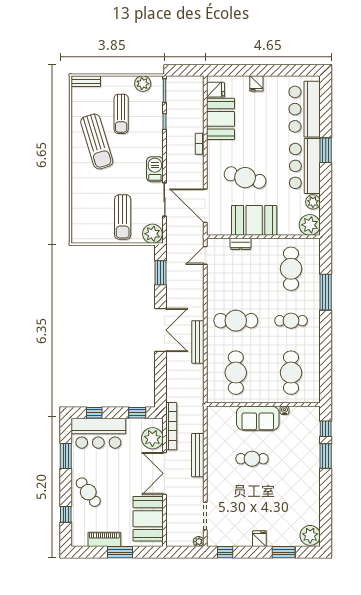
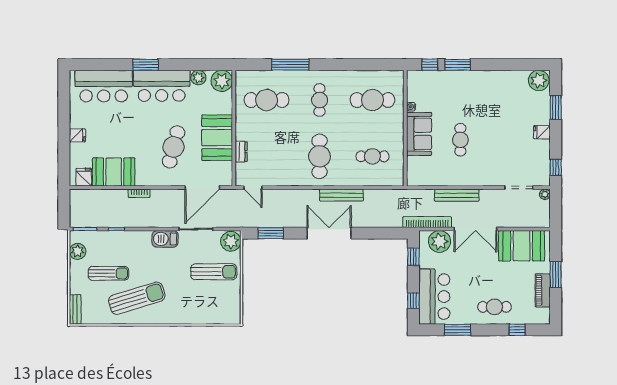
cafe table: (236, 373) -> (372, 156), width x0.73, depth x0.74
cafe table: (88, 492) -> (494, 307), turned 36

